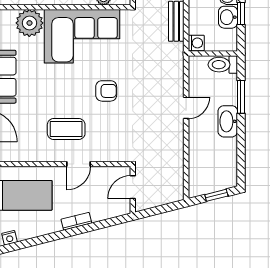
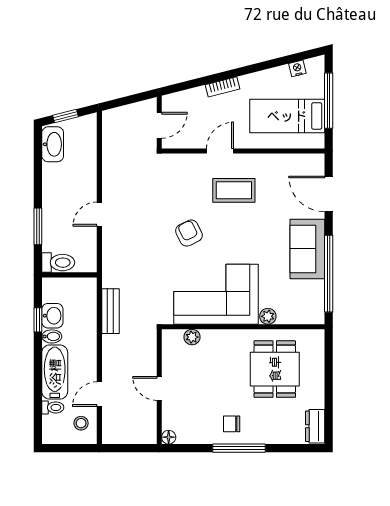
plant: (29, 23) -> (268, 316), width x0.53, depth x0.53
washing machine: (196, 43) -> (88, 287), removed
armchair: (106, 91) -> (189, 233), turned 64
washbasin: (228, 121) -> (53, 144), moved

